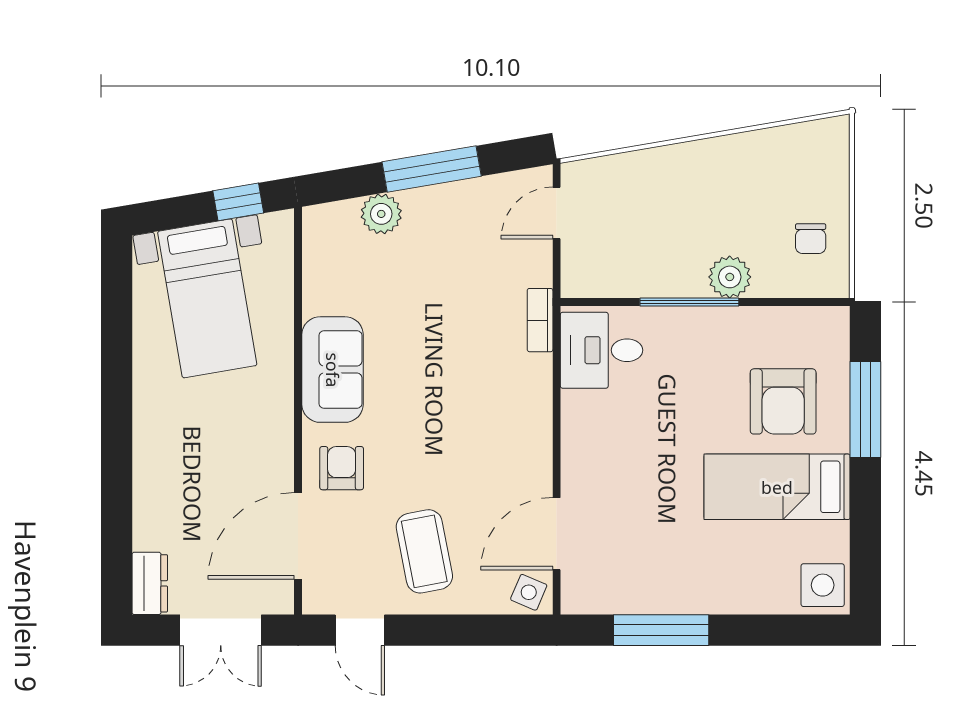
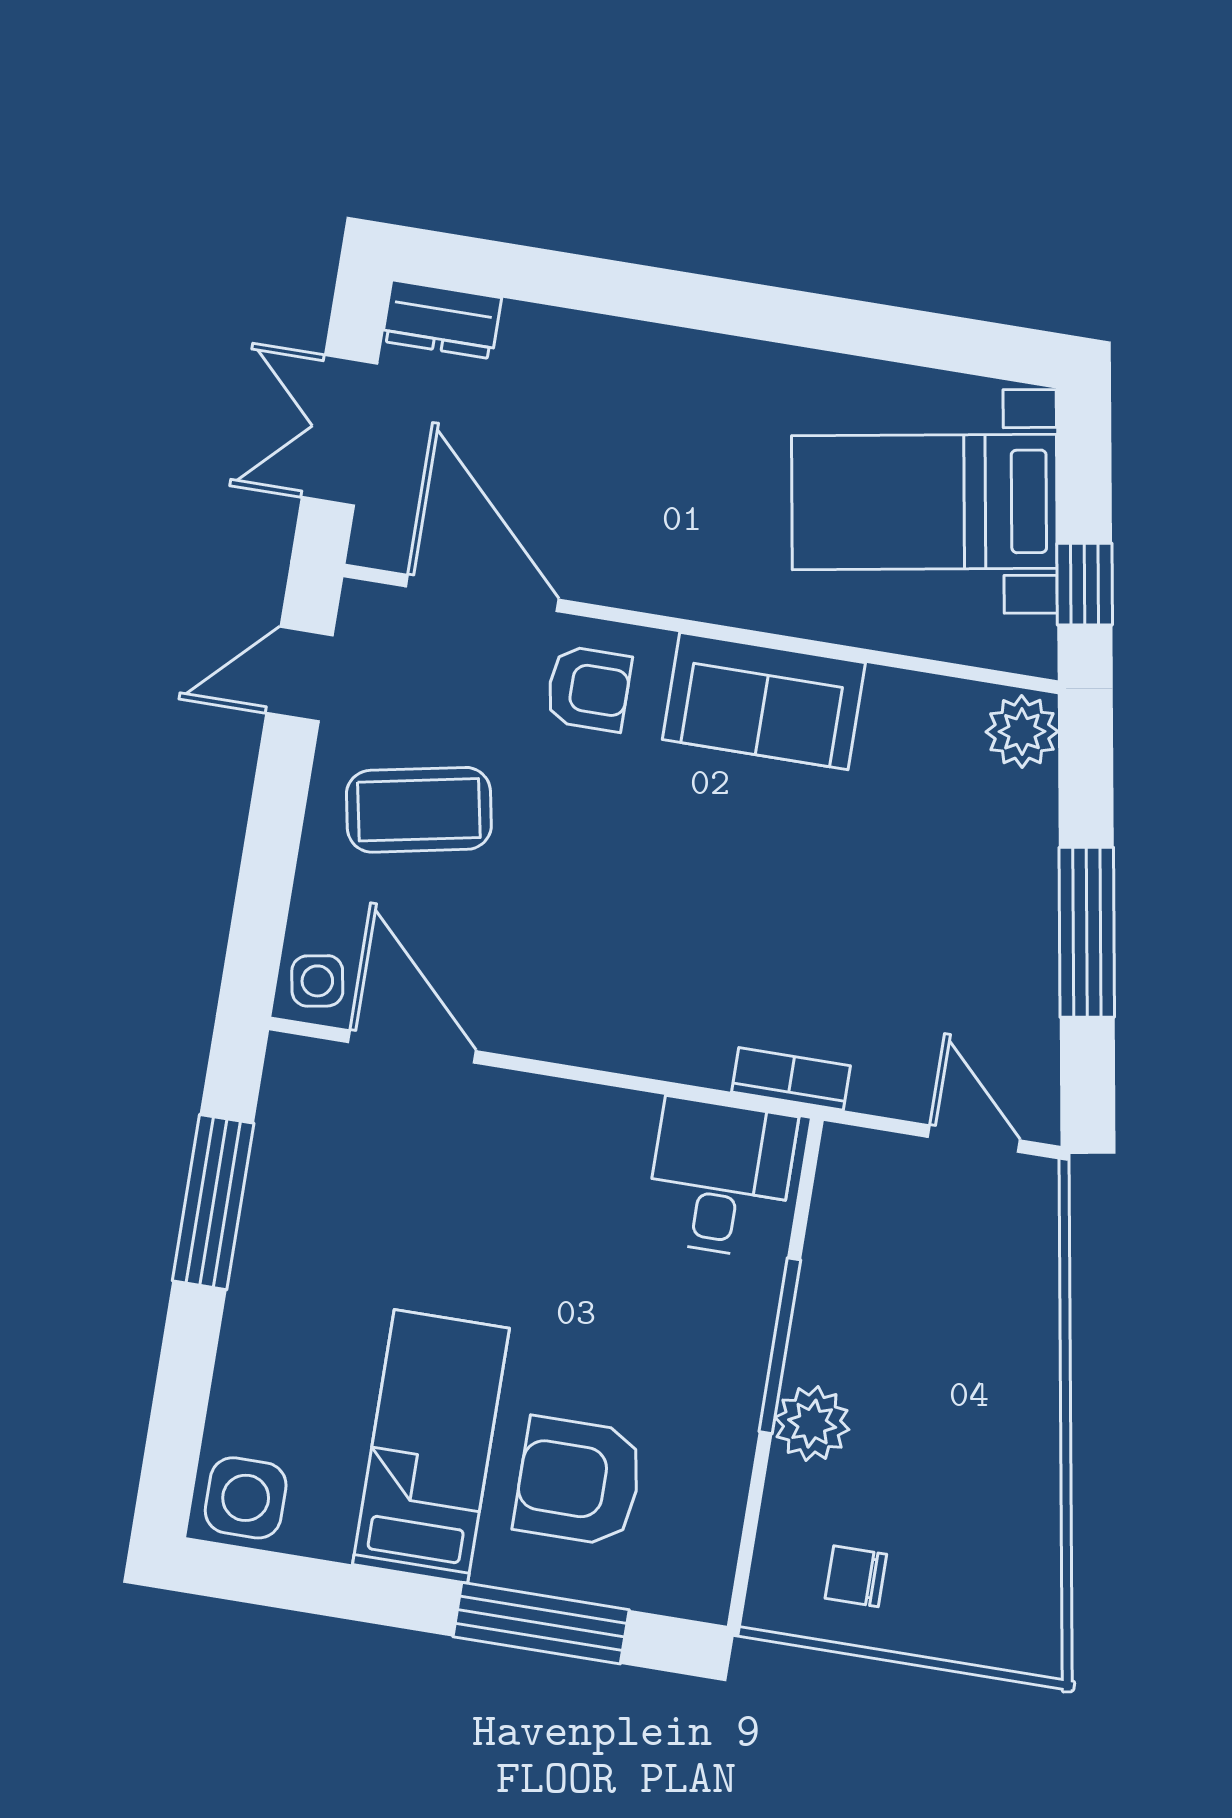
plant: (381, 214) -> (1022, 732), moved
side table: (529, 592) -> (317, 981), turned -33

